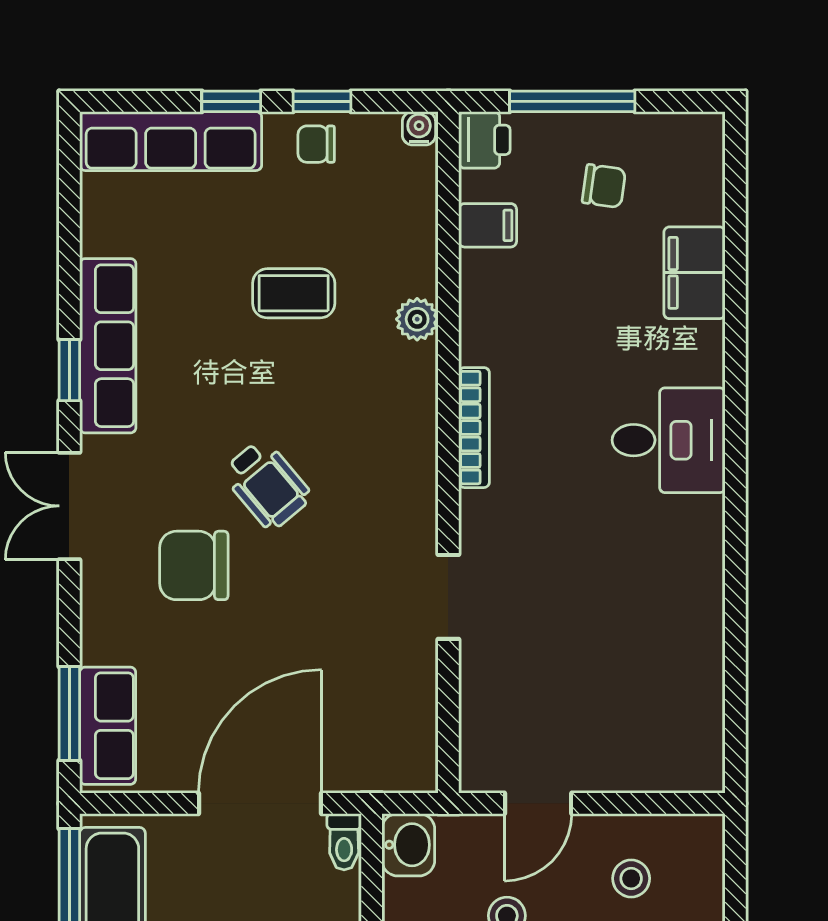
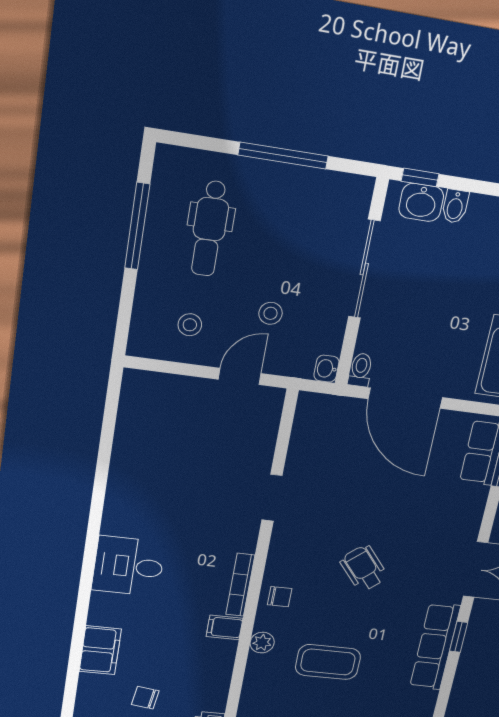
filing cabinet: (488, 225) -> (225, 627), moved
coffee table: (294, 293) -> (328, 662), width x1.36, depth x1.30
chair: (194, 565) -> (280, 597), moved, width x0.54, depth x0.54
door: (260, 803) -> (405, 398), hinge flipped
washbasin: (408, 845) -> (326, 369), width x0.72, depth x0.69

